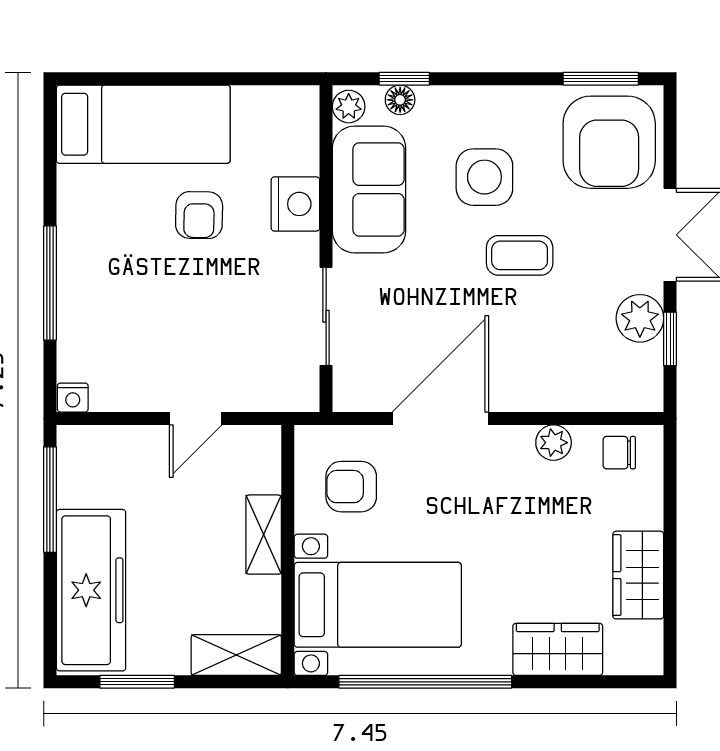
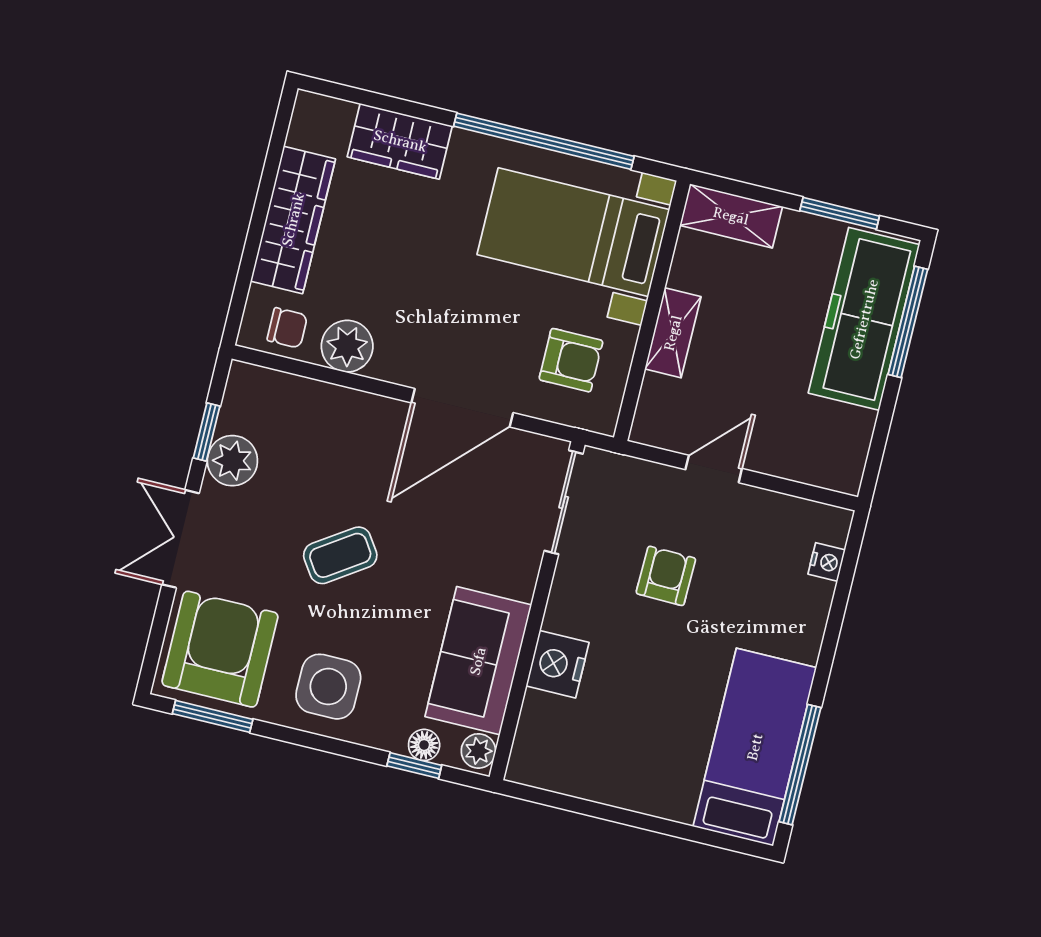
bed: (143, 124) -> (755, 747), moved, turned 90
side table: (484, 177) -> (328, 687), moved
armchair: (199, 215) -> (666, 576), moved
coffee table: (520, 255) -> (340, 555), turned -34
window: (50, 283) -> (800, 765), moved
sliding door: (326, 316) -> (564, 502), moved
nightstand: (73, 398) -> (827, 562), moved, turned 90
plant: (554, 443) -> (347, 346), width x1.38, depth x1.38
window: (50, 500) -> (908, 322), moved
wardrobe: (638, 575) -> (293, 220), width x1.50

